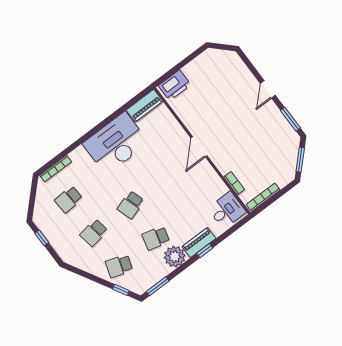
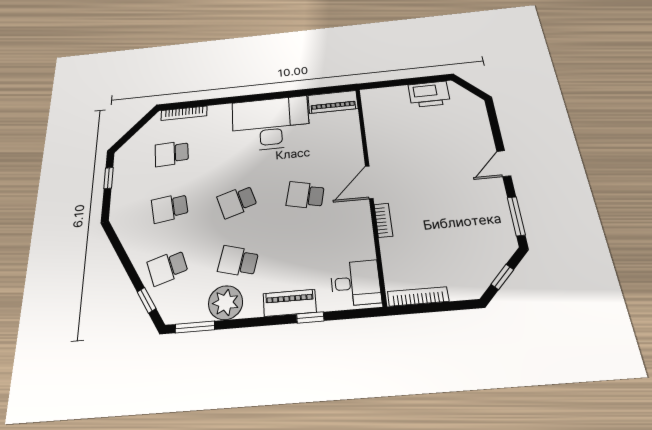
printer: (175, 85) -> (429, 94), moved
window: (300, 160) -> (502, 277), width x0.67
school desk: (167, 177) -> (305, 195), added
bookcase: (234, 183) -> (383, 220), moved
window: (205, 251) -> (310, 317), moved
plant: (175, 257) -> (226, 303), moved
school desk: (119, 266) -> (168, 267), turned -36

